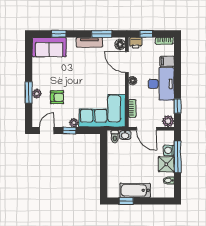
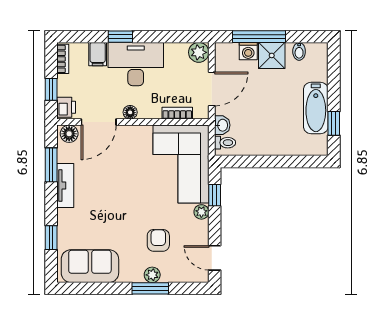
sofa: (49, 47) -> (90, 266), moved, turned -90
window: (178, 106) -> (120, 37), moved
window: (70, 130) -> (215, 195), moved

